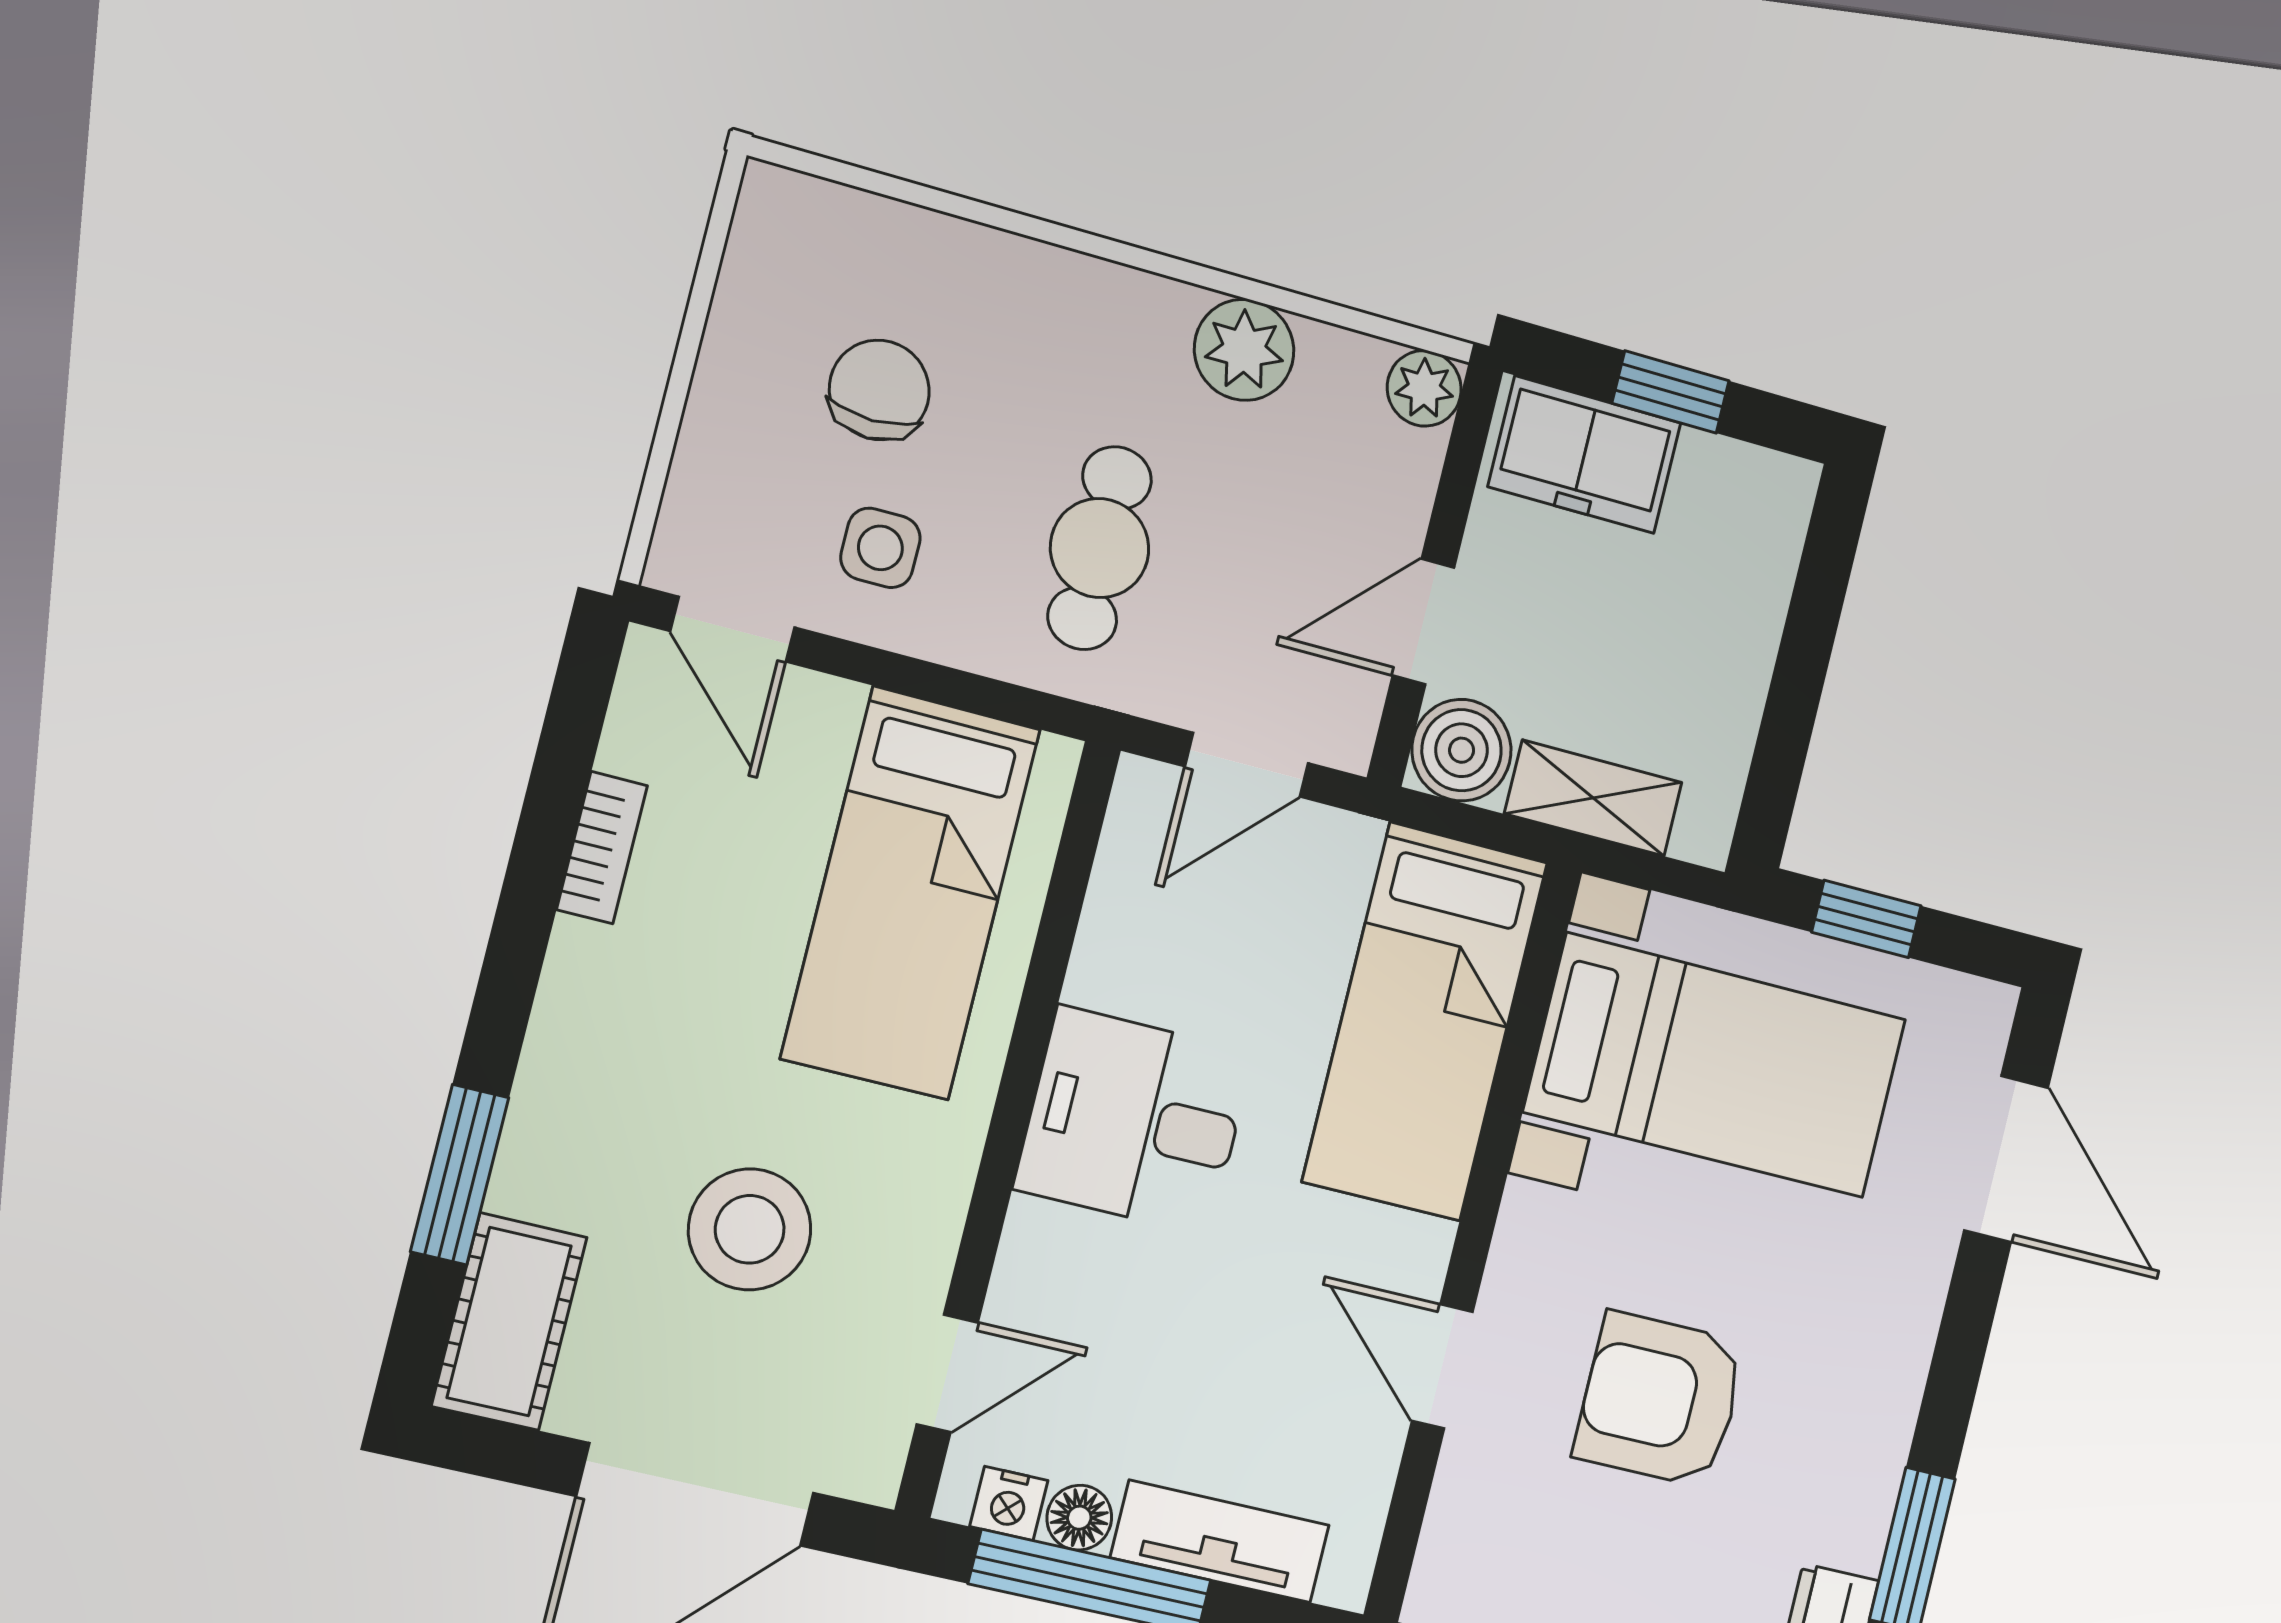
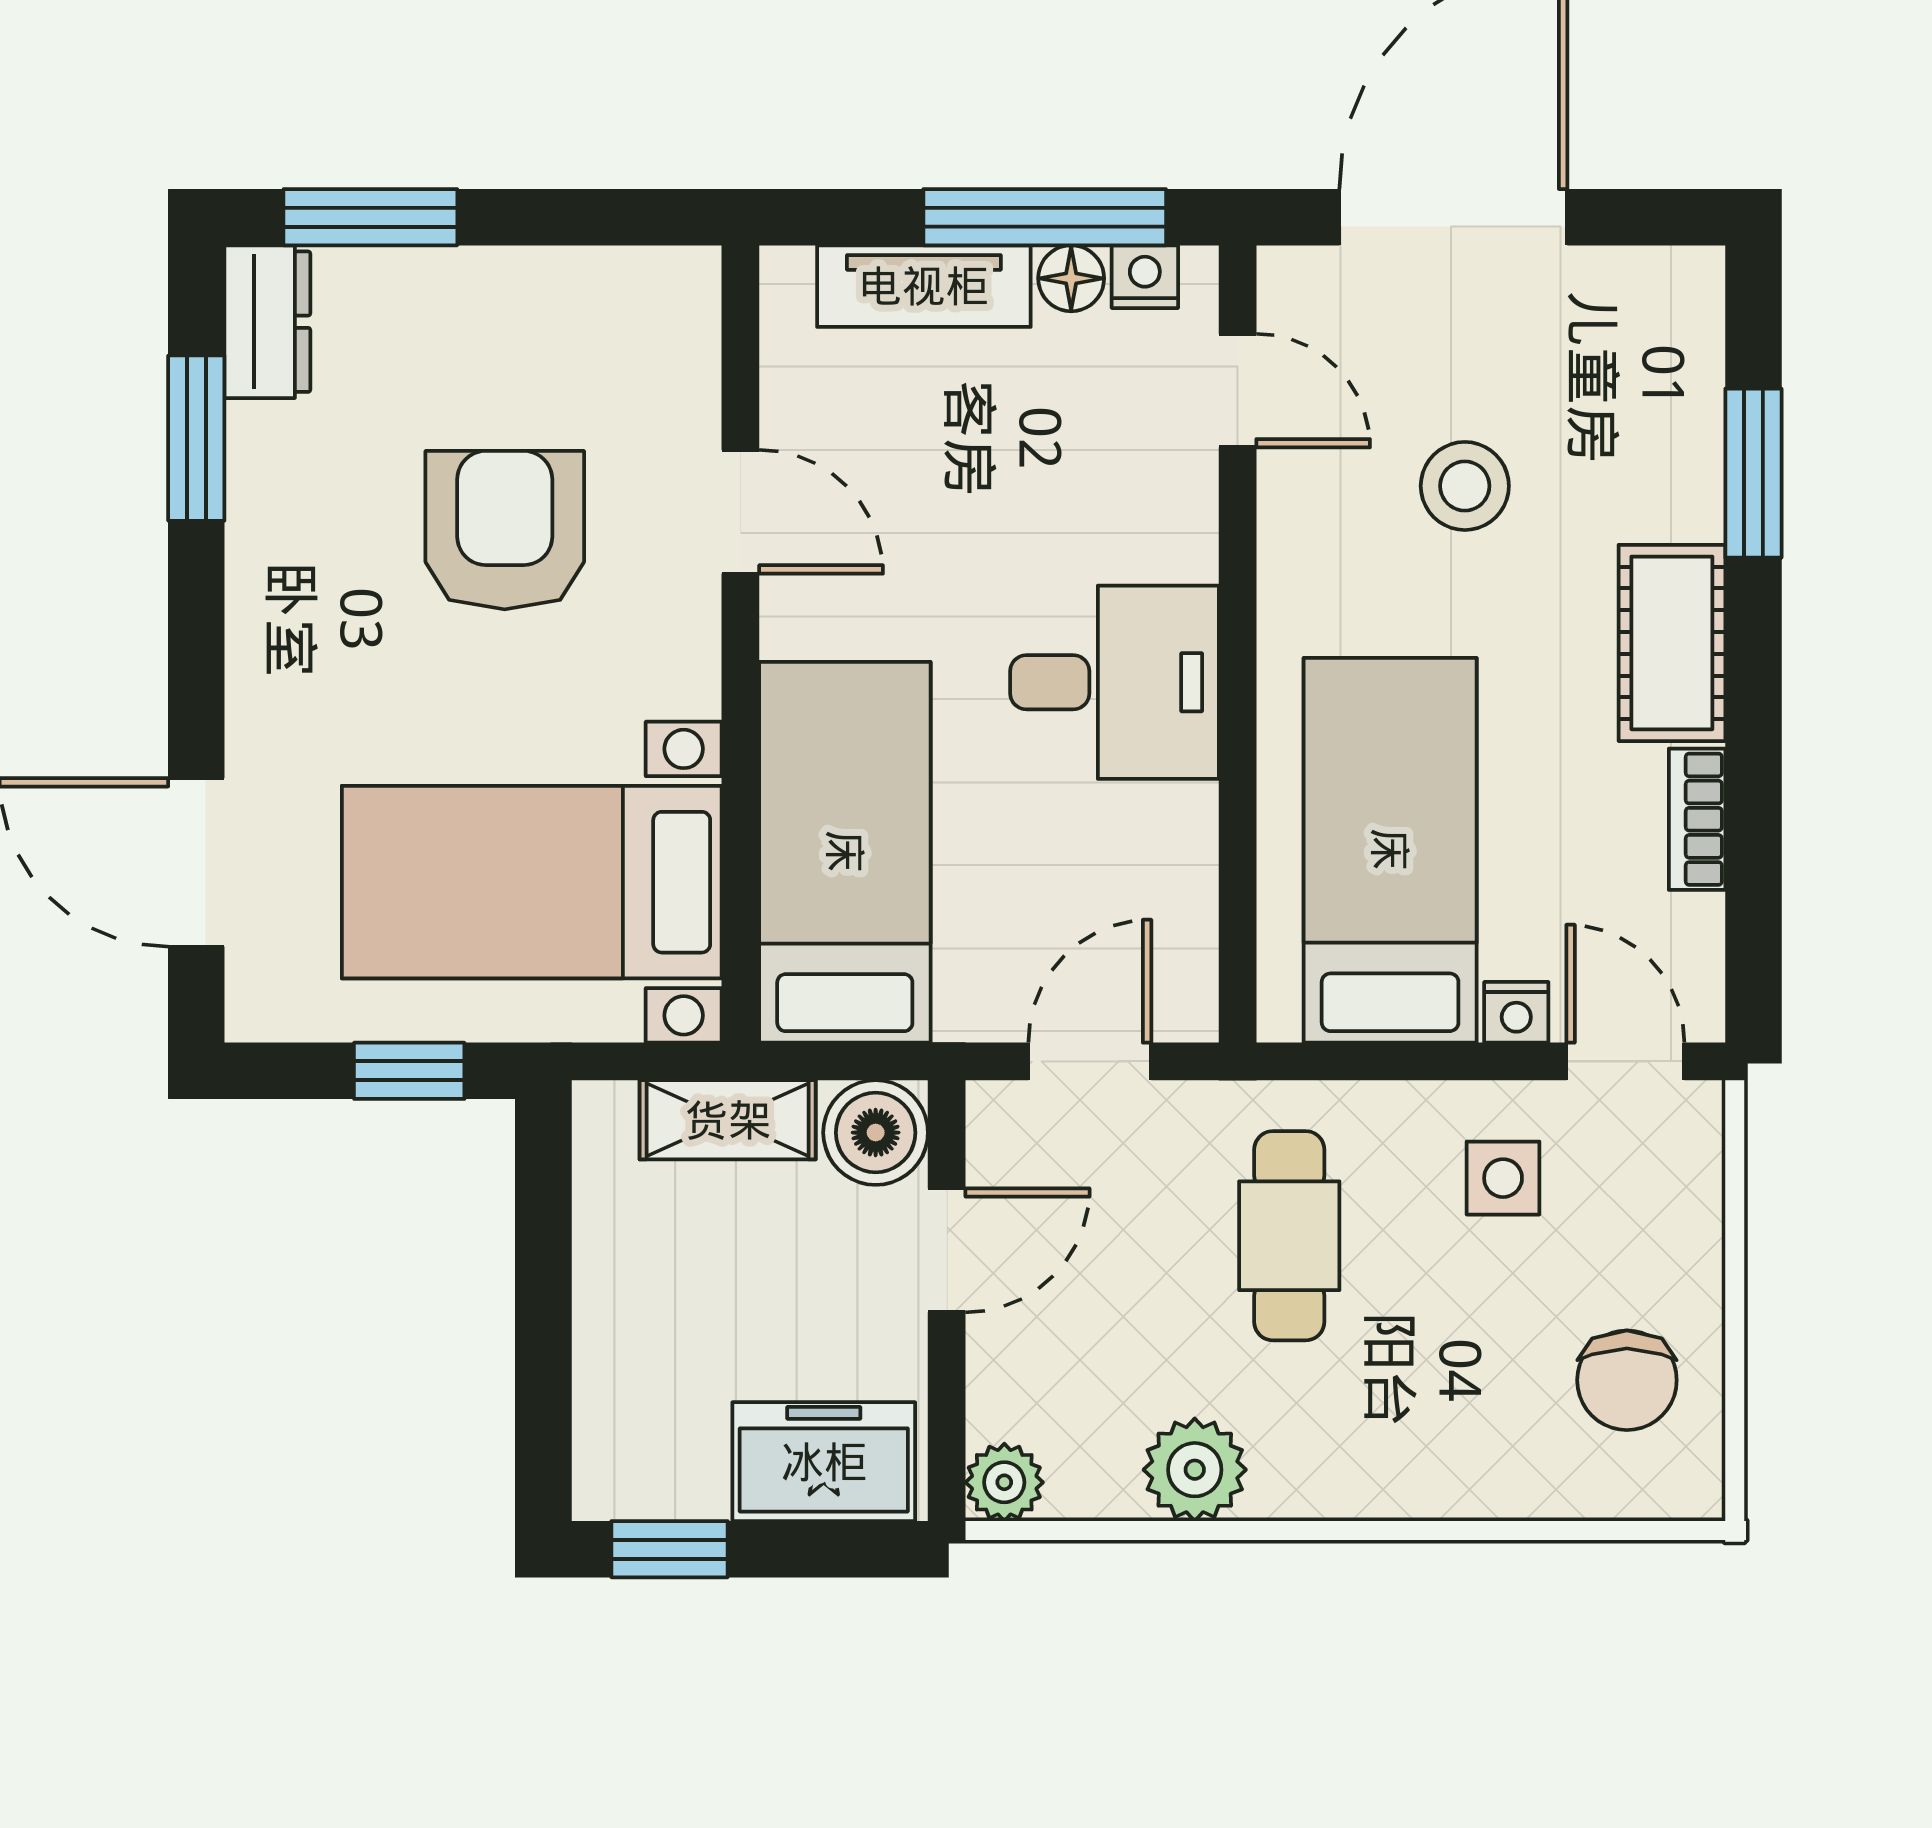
chair: (879, 390) -> (1627, 1380), moved
window: (1671, 392) -> (669, 1549), moved
nightstand: (827, 705) -> (1516, 1012), added
stool: (750, 1229) -> (1465, 486), width x0.73, depth x0.73
cot: (509, 1322) -> (1672, 643), moved
door: (947, 1373) -> (1238, 391), swing flipped
armchair: (1660, 1400) -> (505, 530), turned -90

